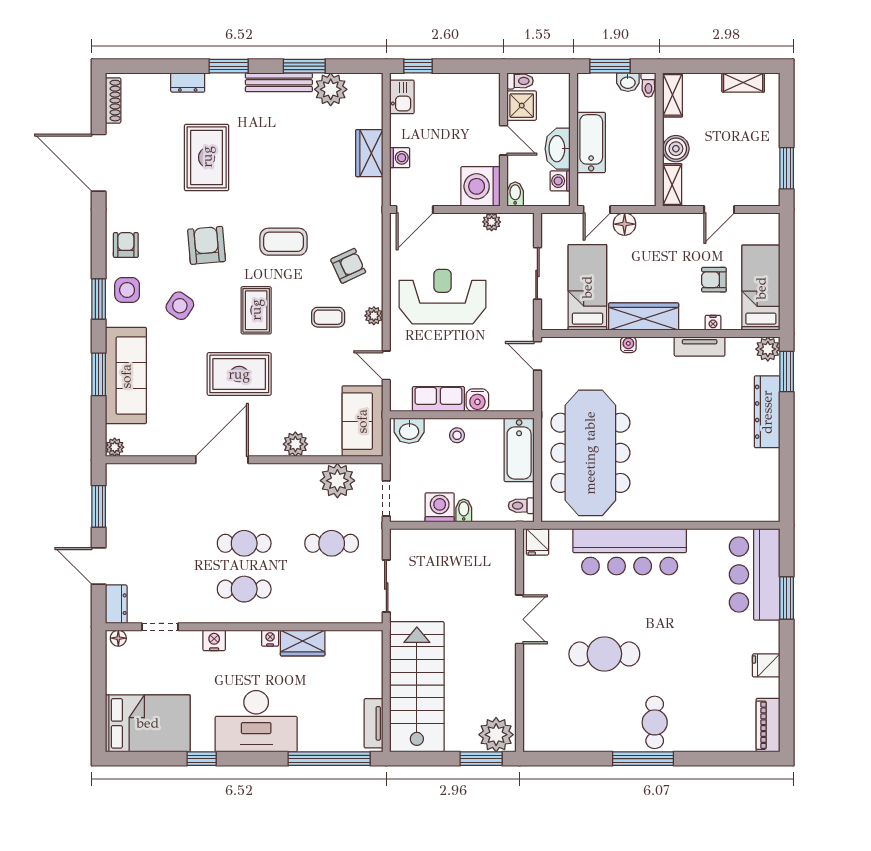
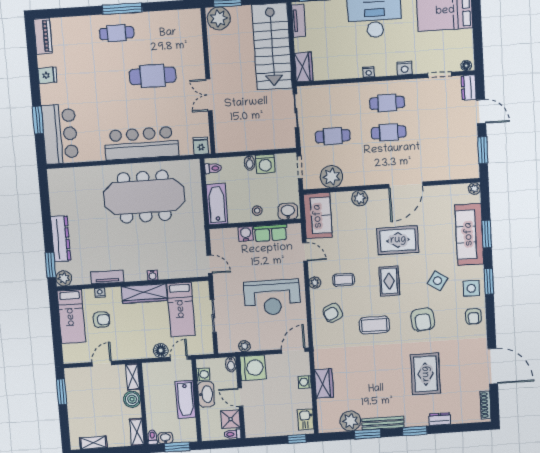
meeting table: (590, 453) -> (144, 197), moved, turned 90
wardrobe: (303, 643) -> (304, 67), moved, turned 90
cafe table: (655, 722) -> (117, 33), turned 90

